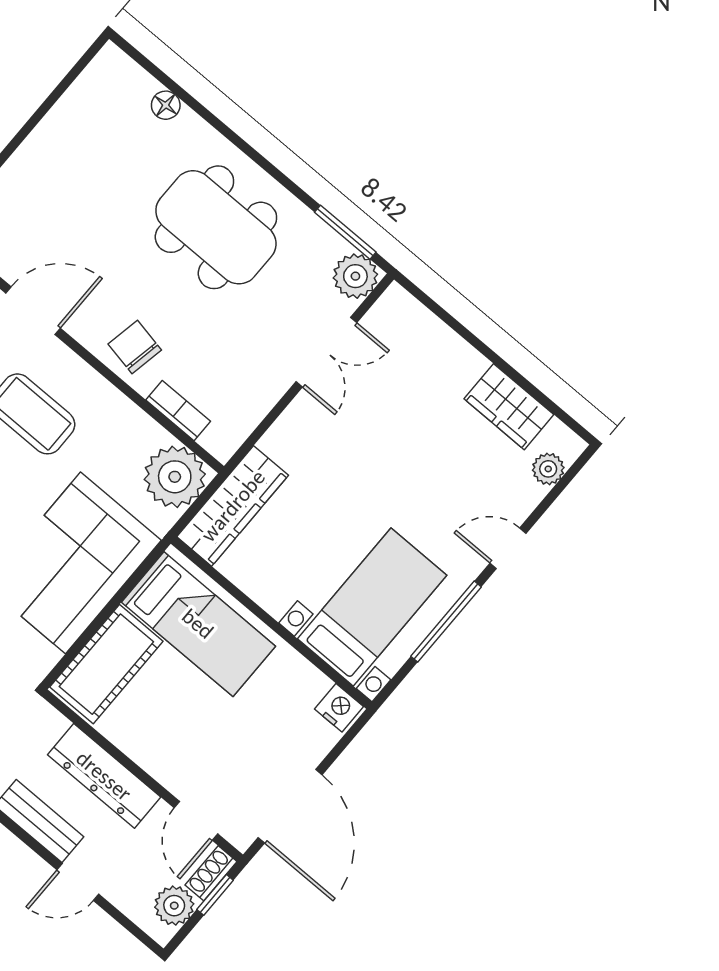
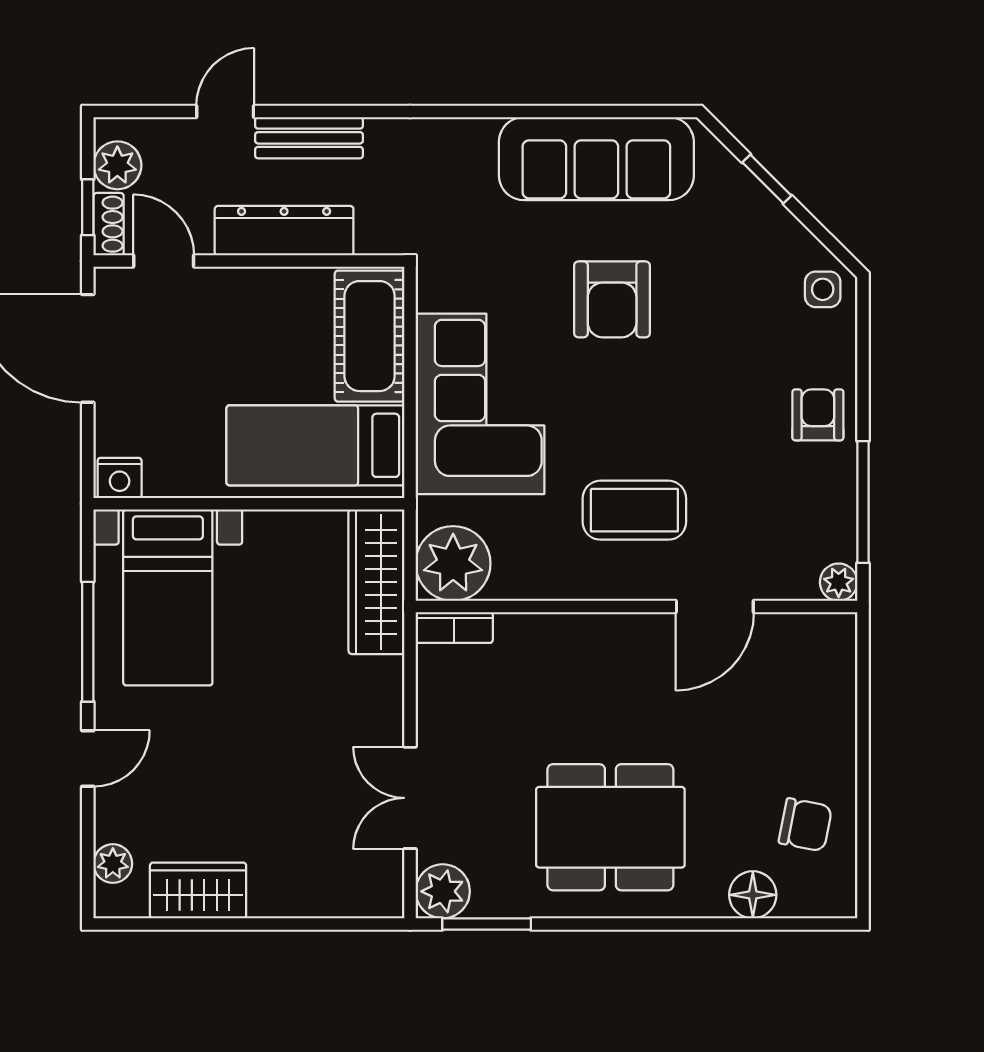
floor lamp: (166, 105) -> (753, 895), width x1.37, depth x1.37
chair: (135, 347) -> (805, 825), moved
bookcase: (178, 411) -> (454, 628), moved

